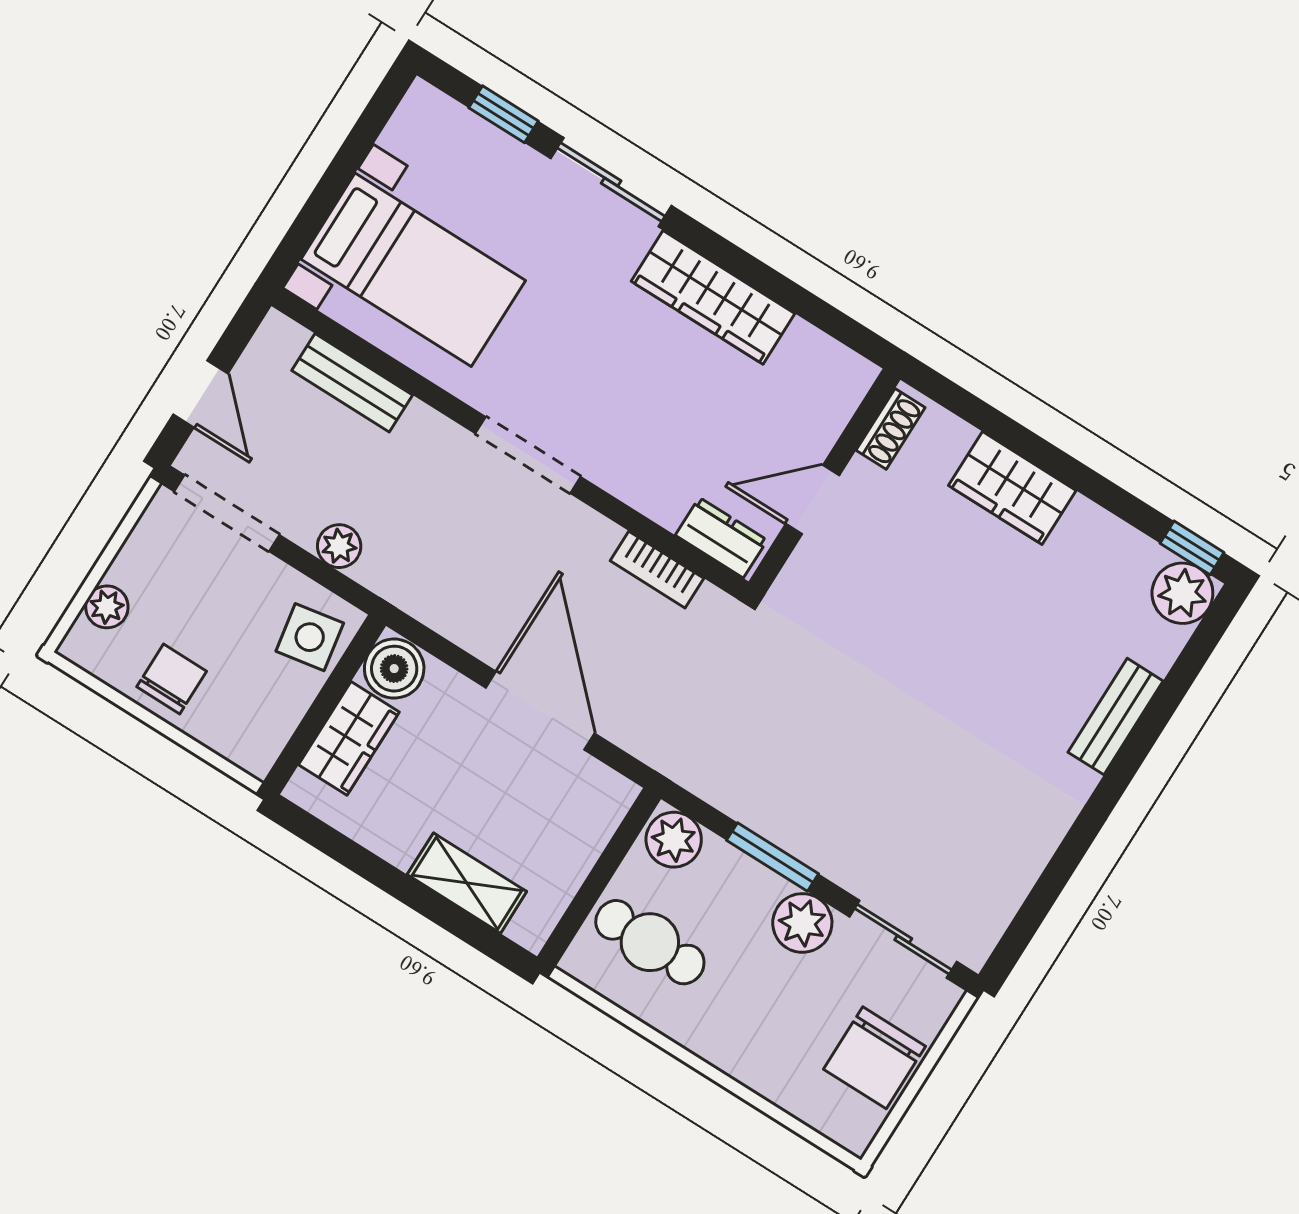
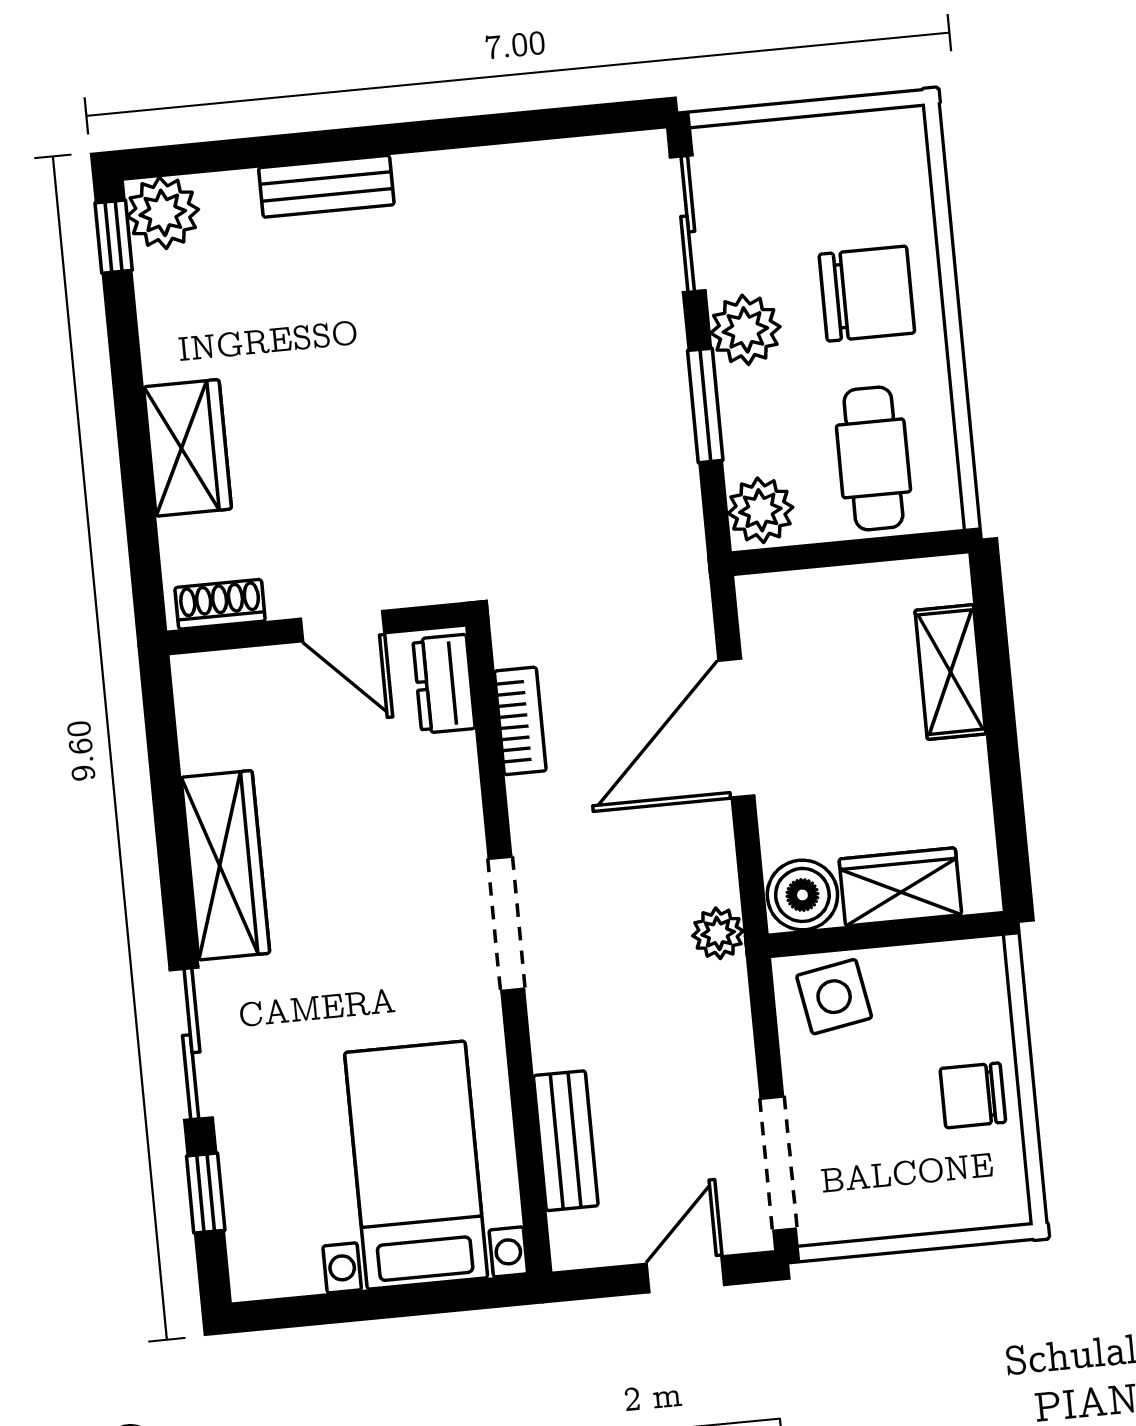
plant: (339, 546) -> (718, 933), moved
plant: (107, 607) -> (952, 1208), removed
chair: (874, 1058) -> (867, 294), moved

